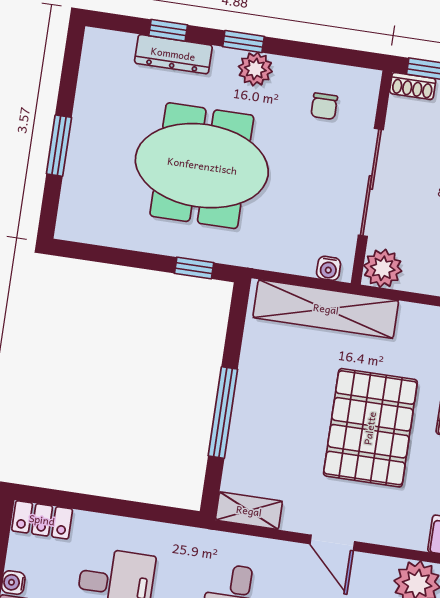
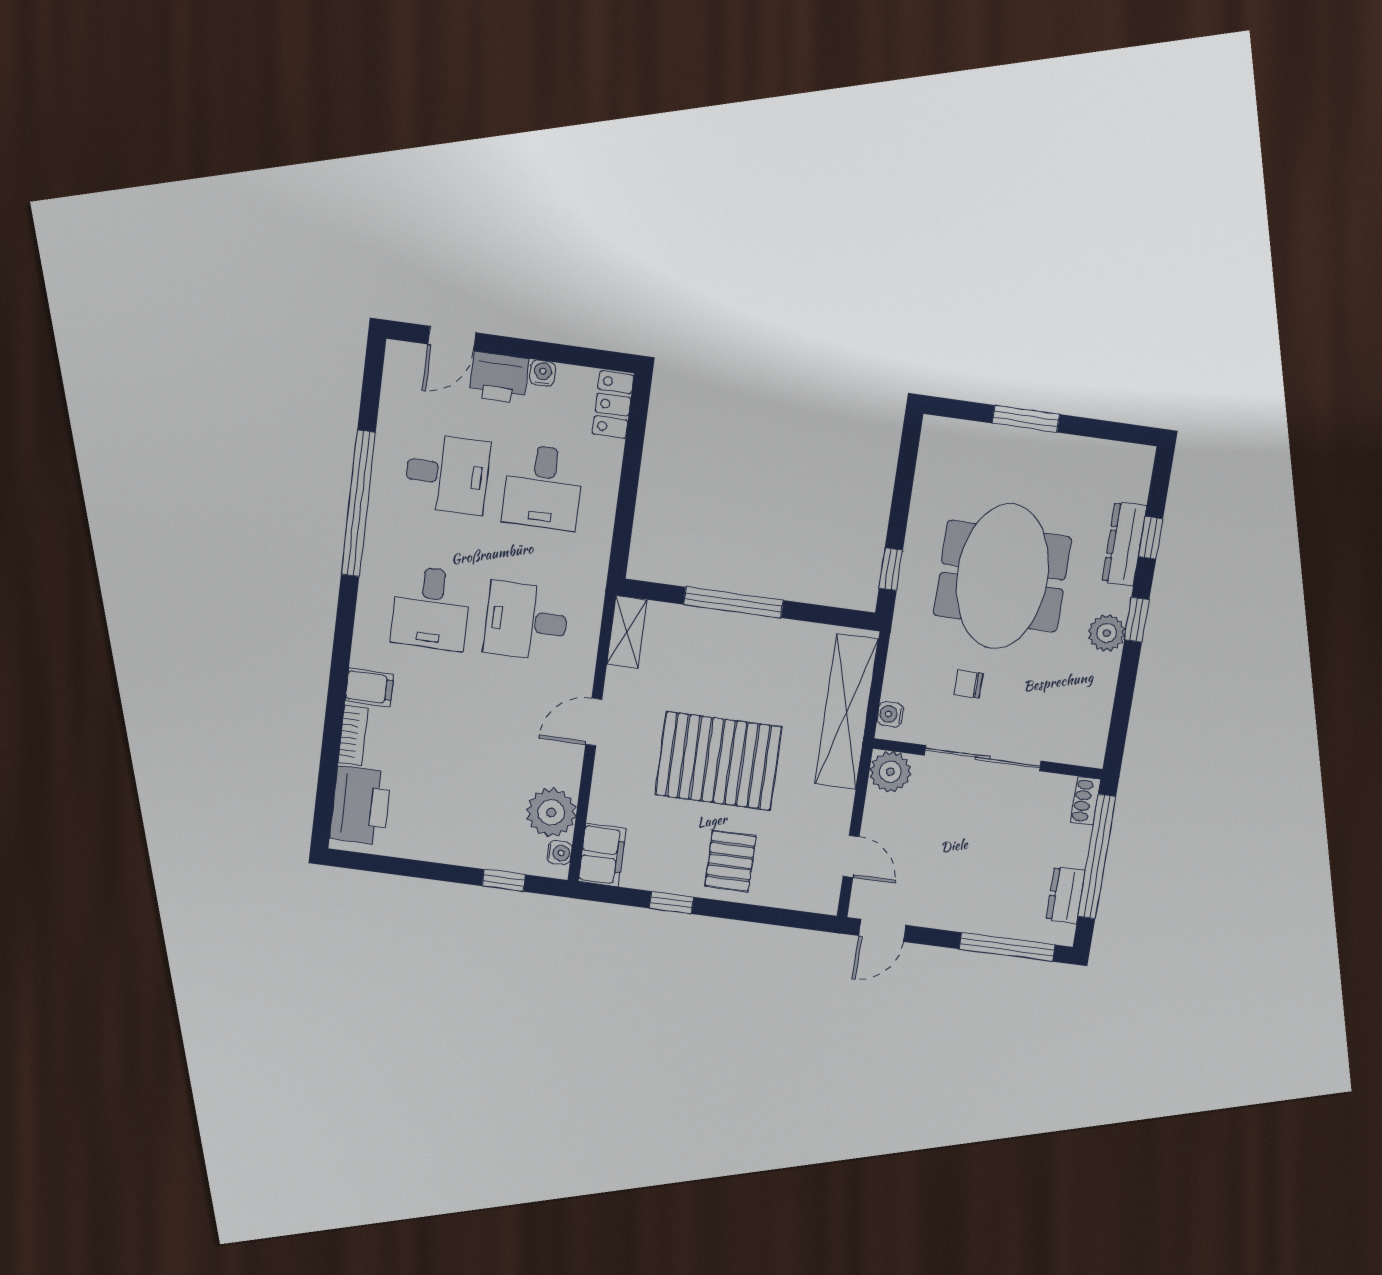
chair: (324, 106) -> (968, 684), moved

